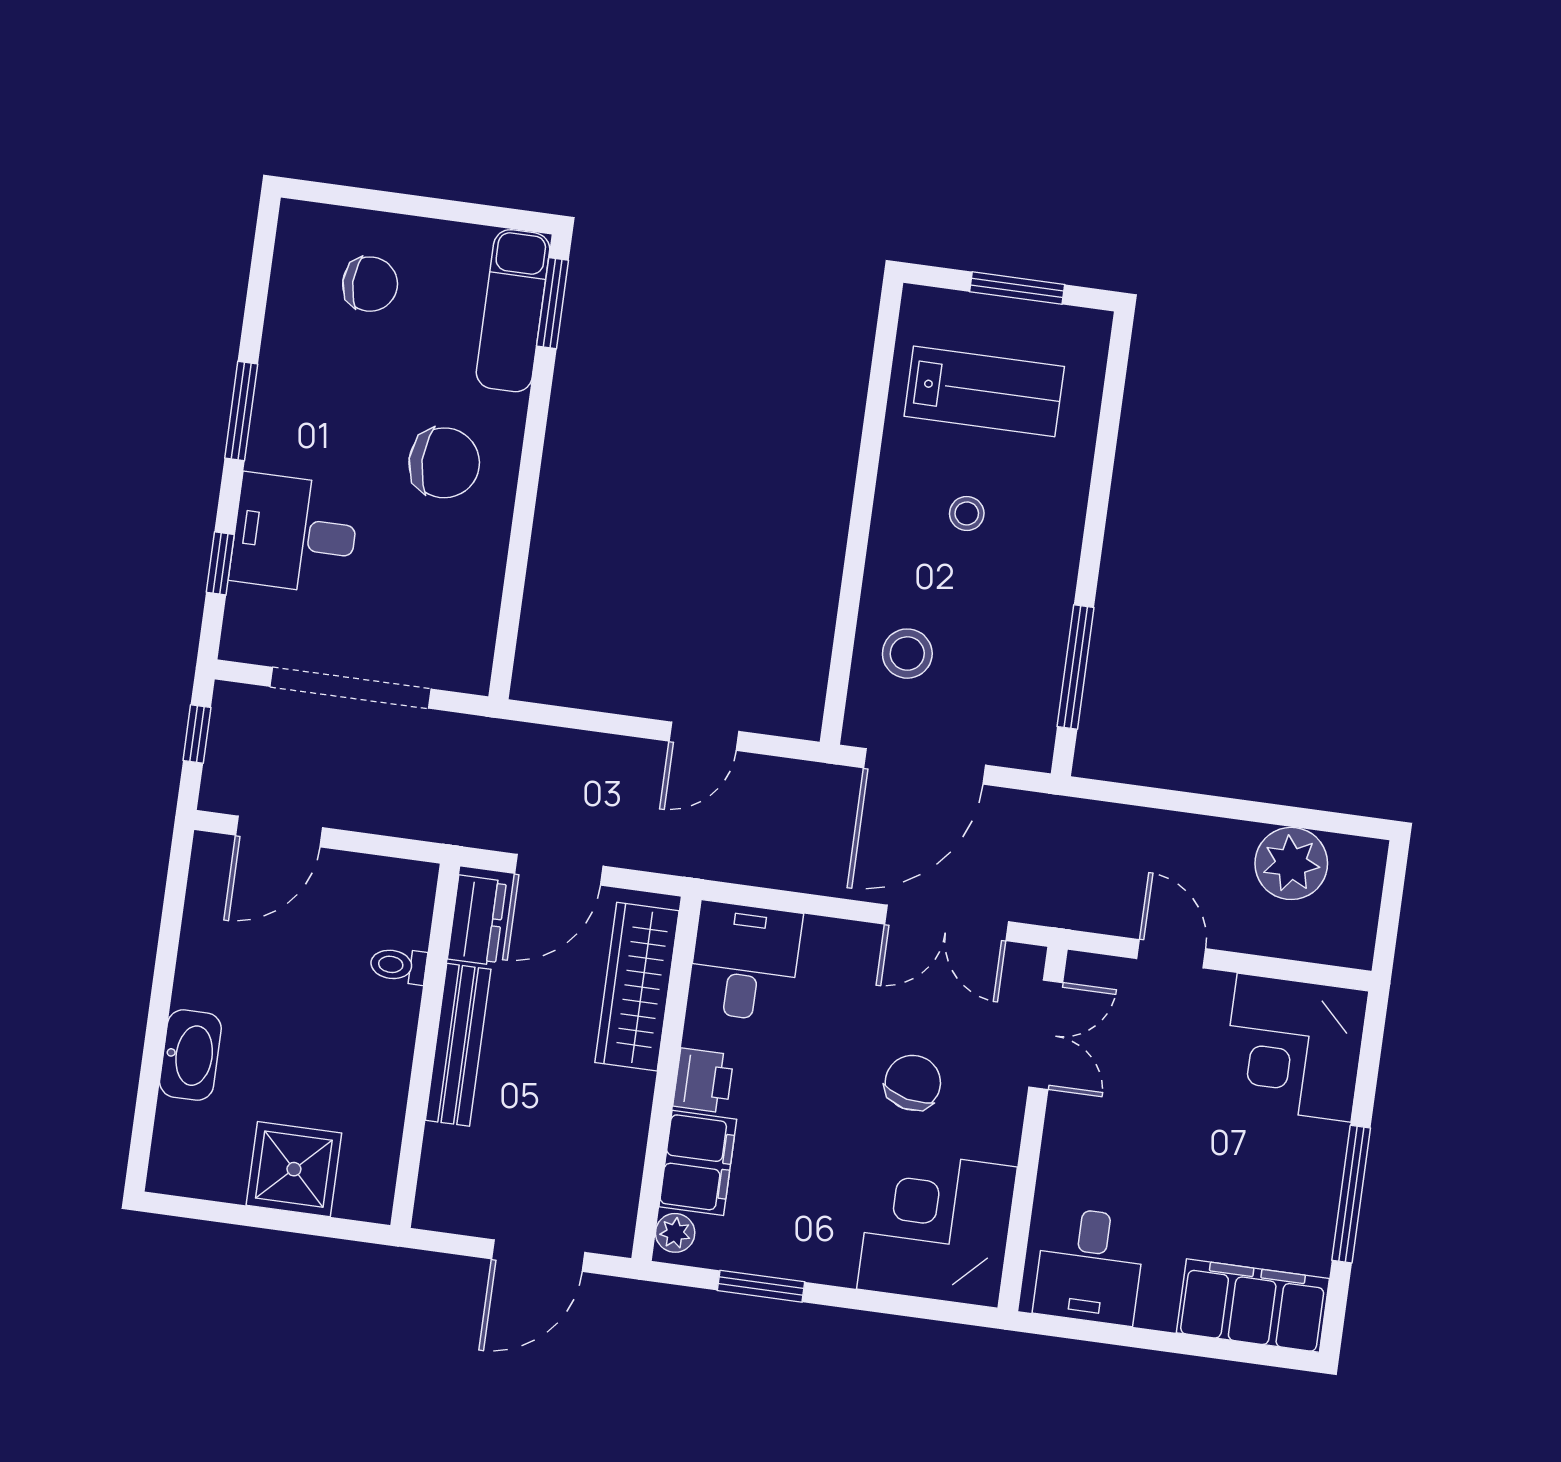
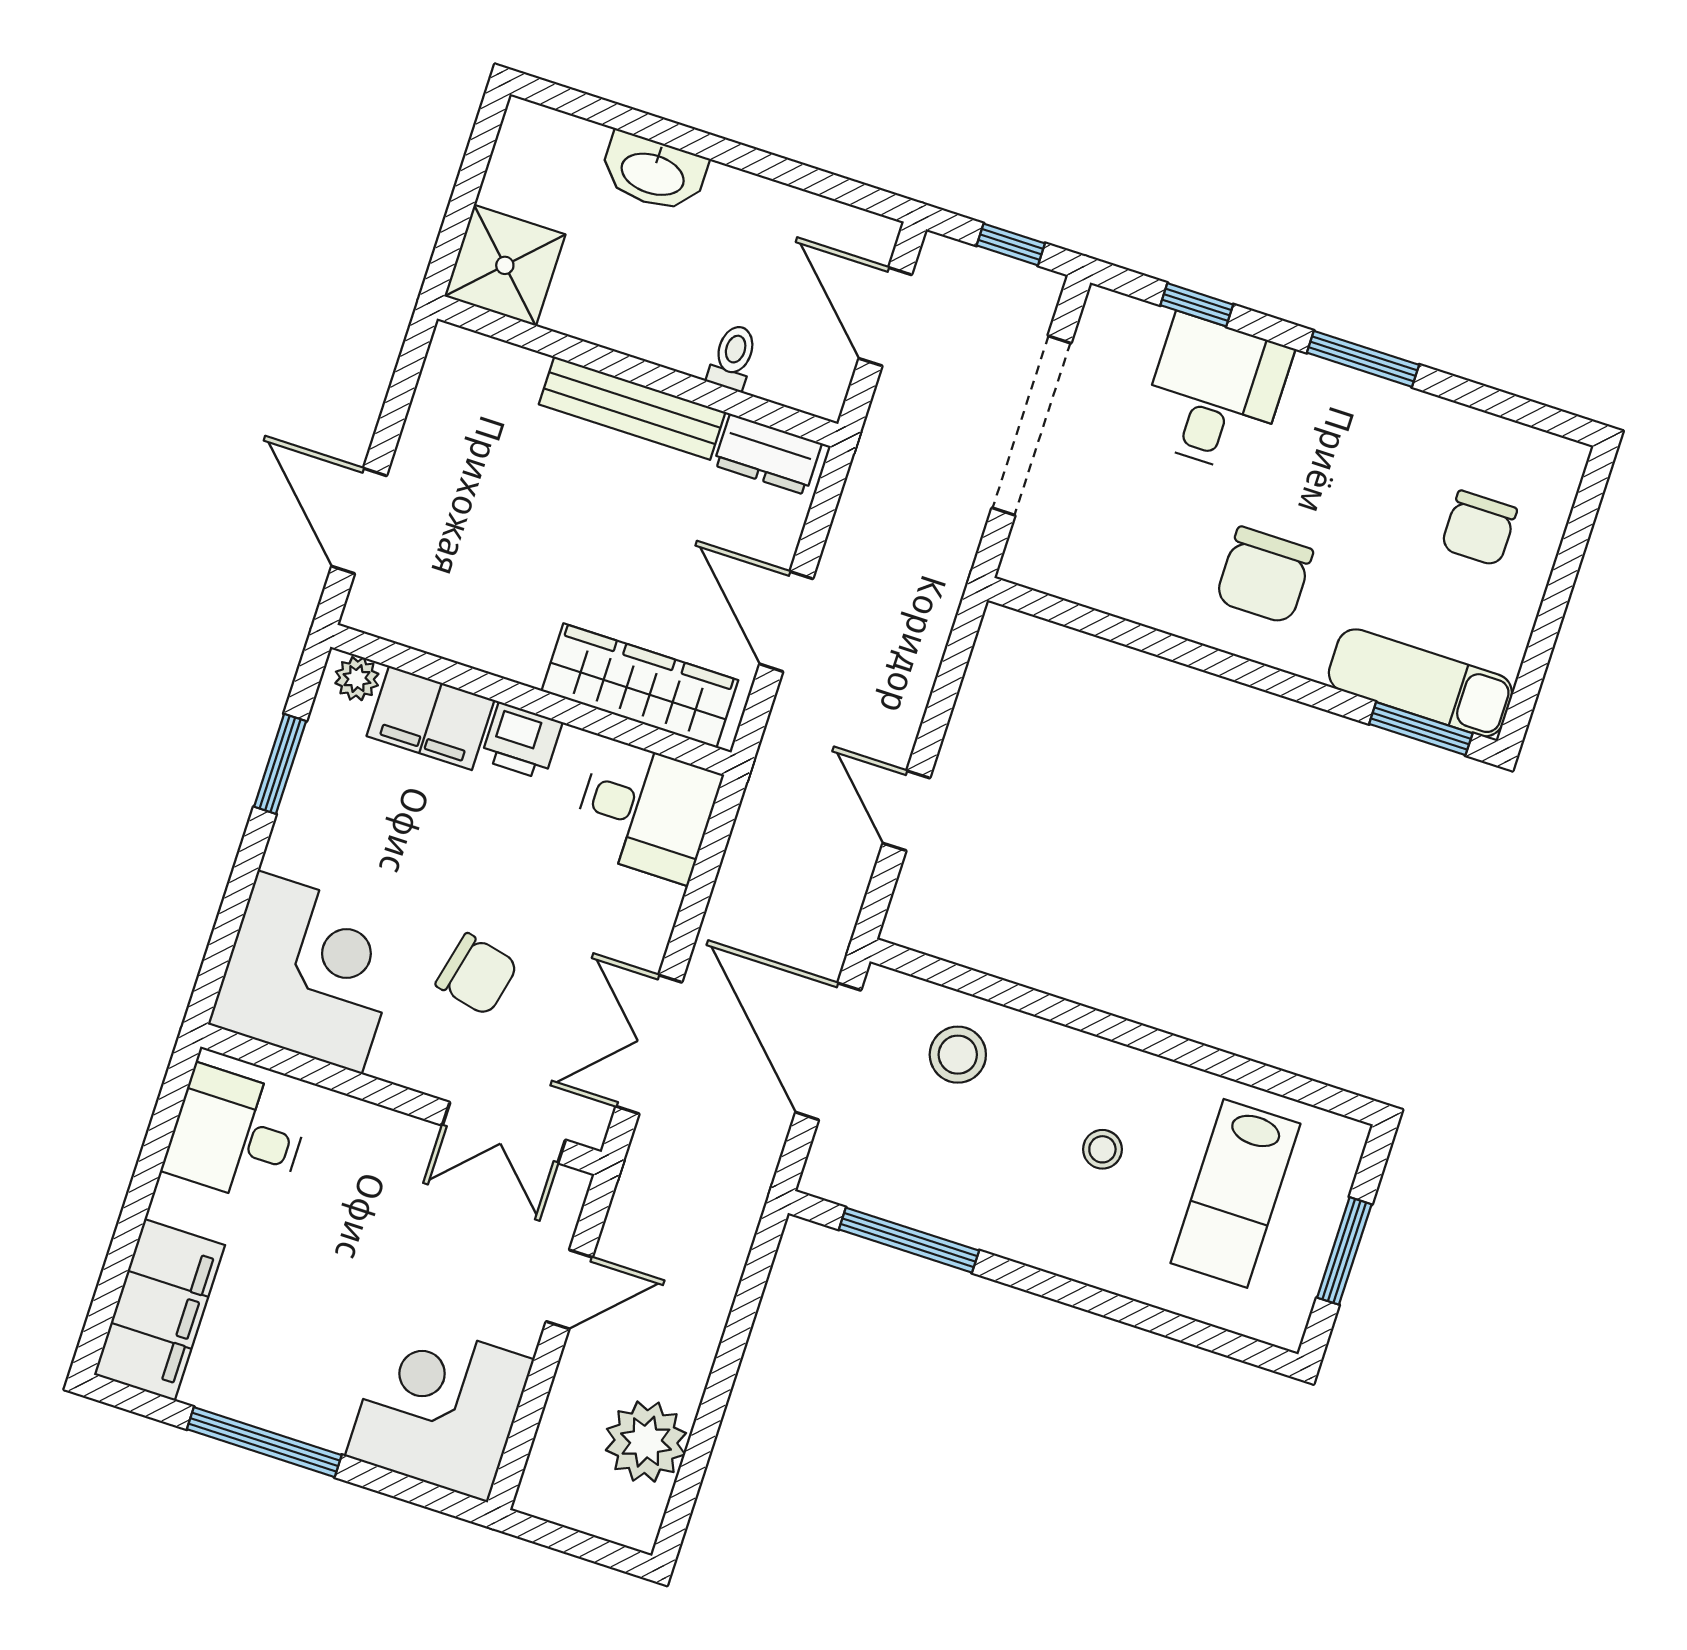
dresser: (477, 920) -> (768, 454), moved
toilet: (398, 965) -> (733, 357), moved
bench: (458, 1045) -> (632, 408), moved
wall: (425, 1046) -> (638, 371), moved

